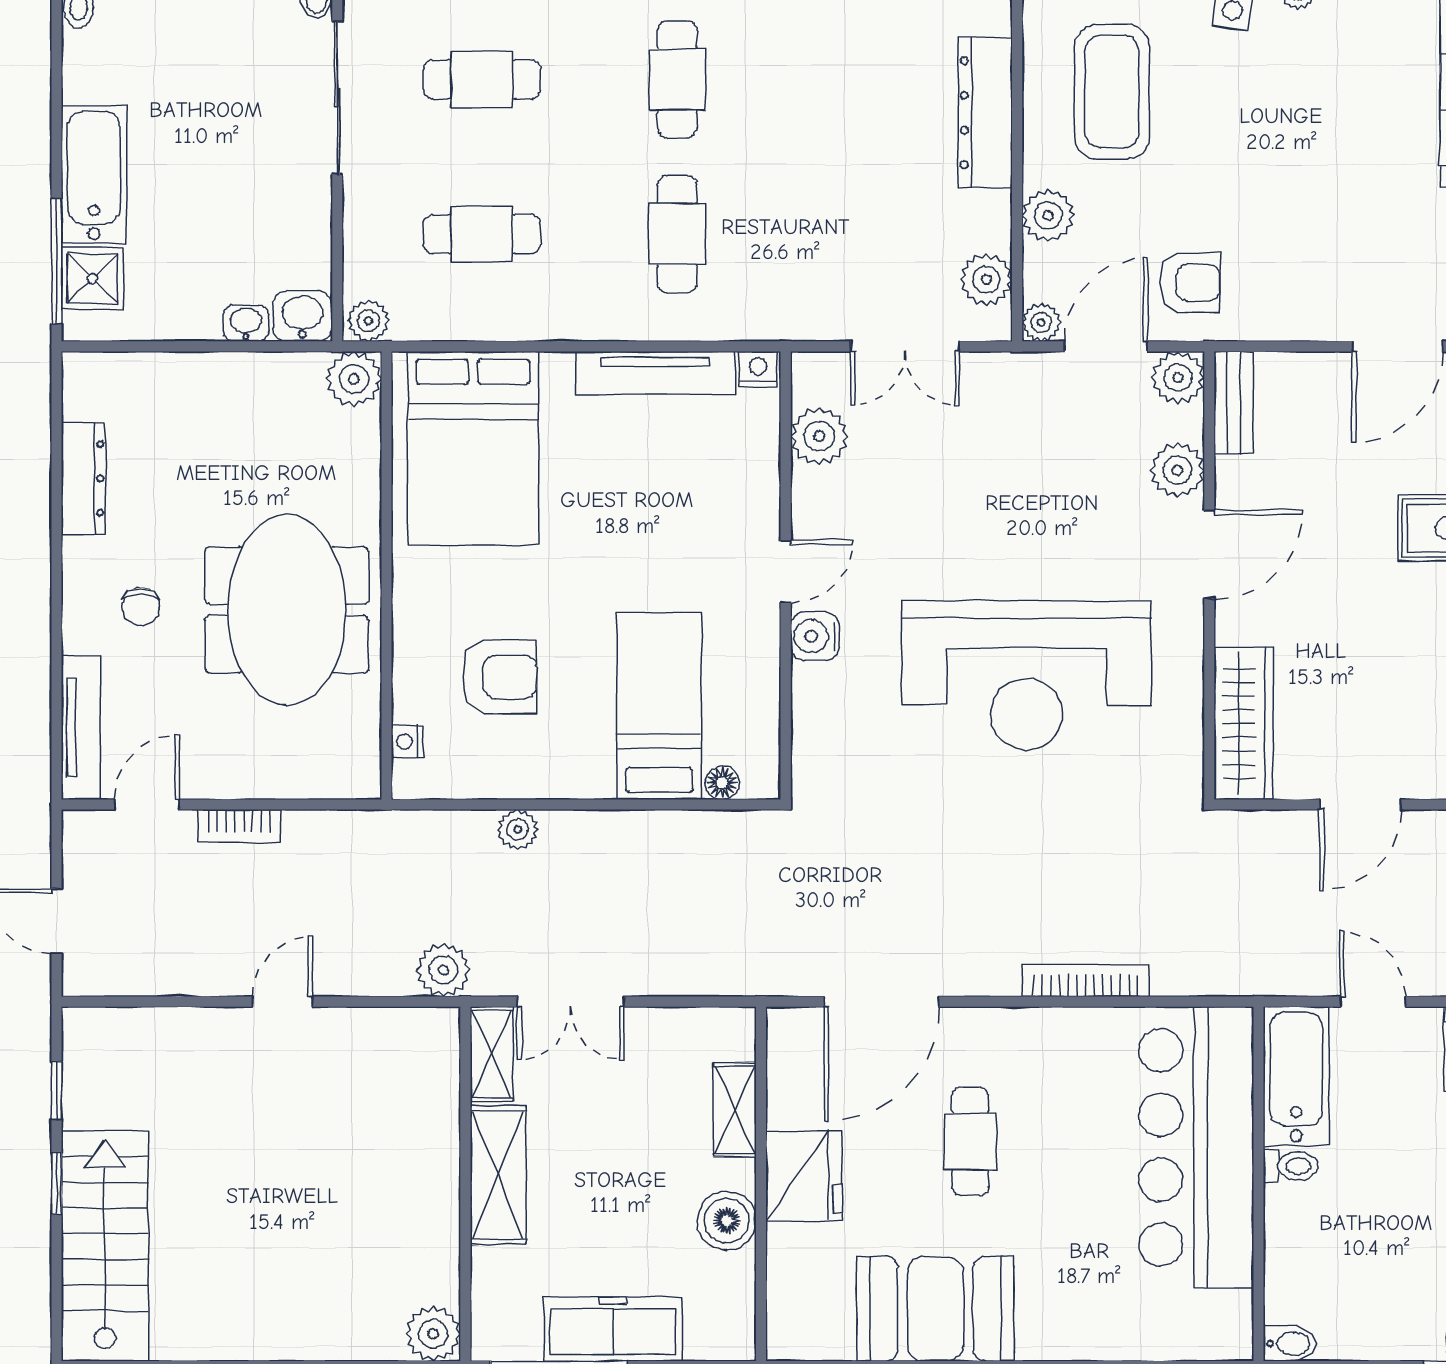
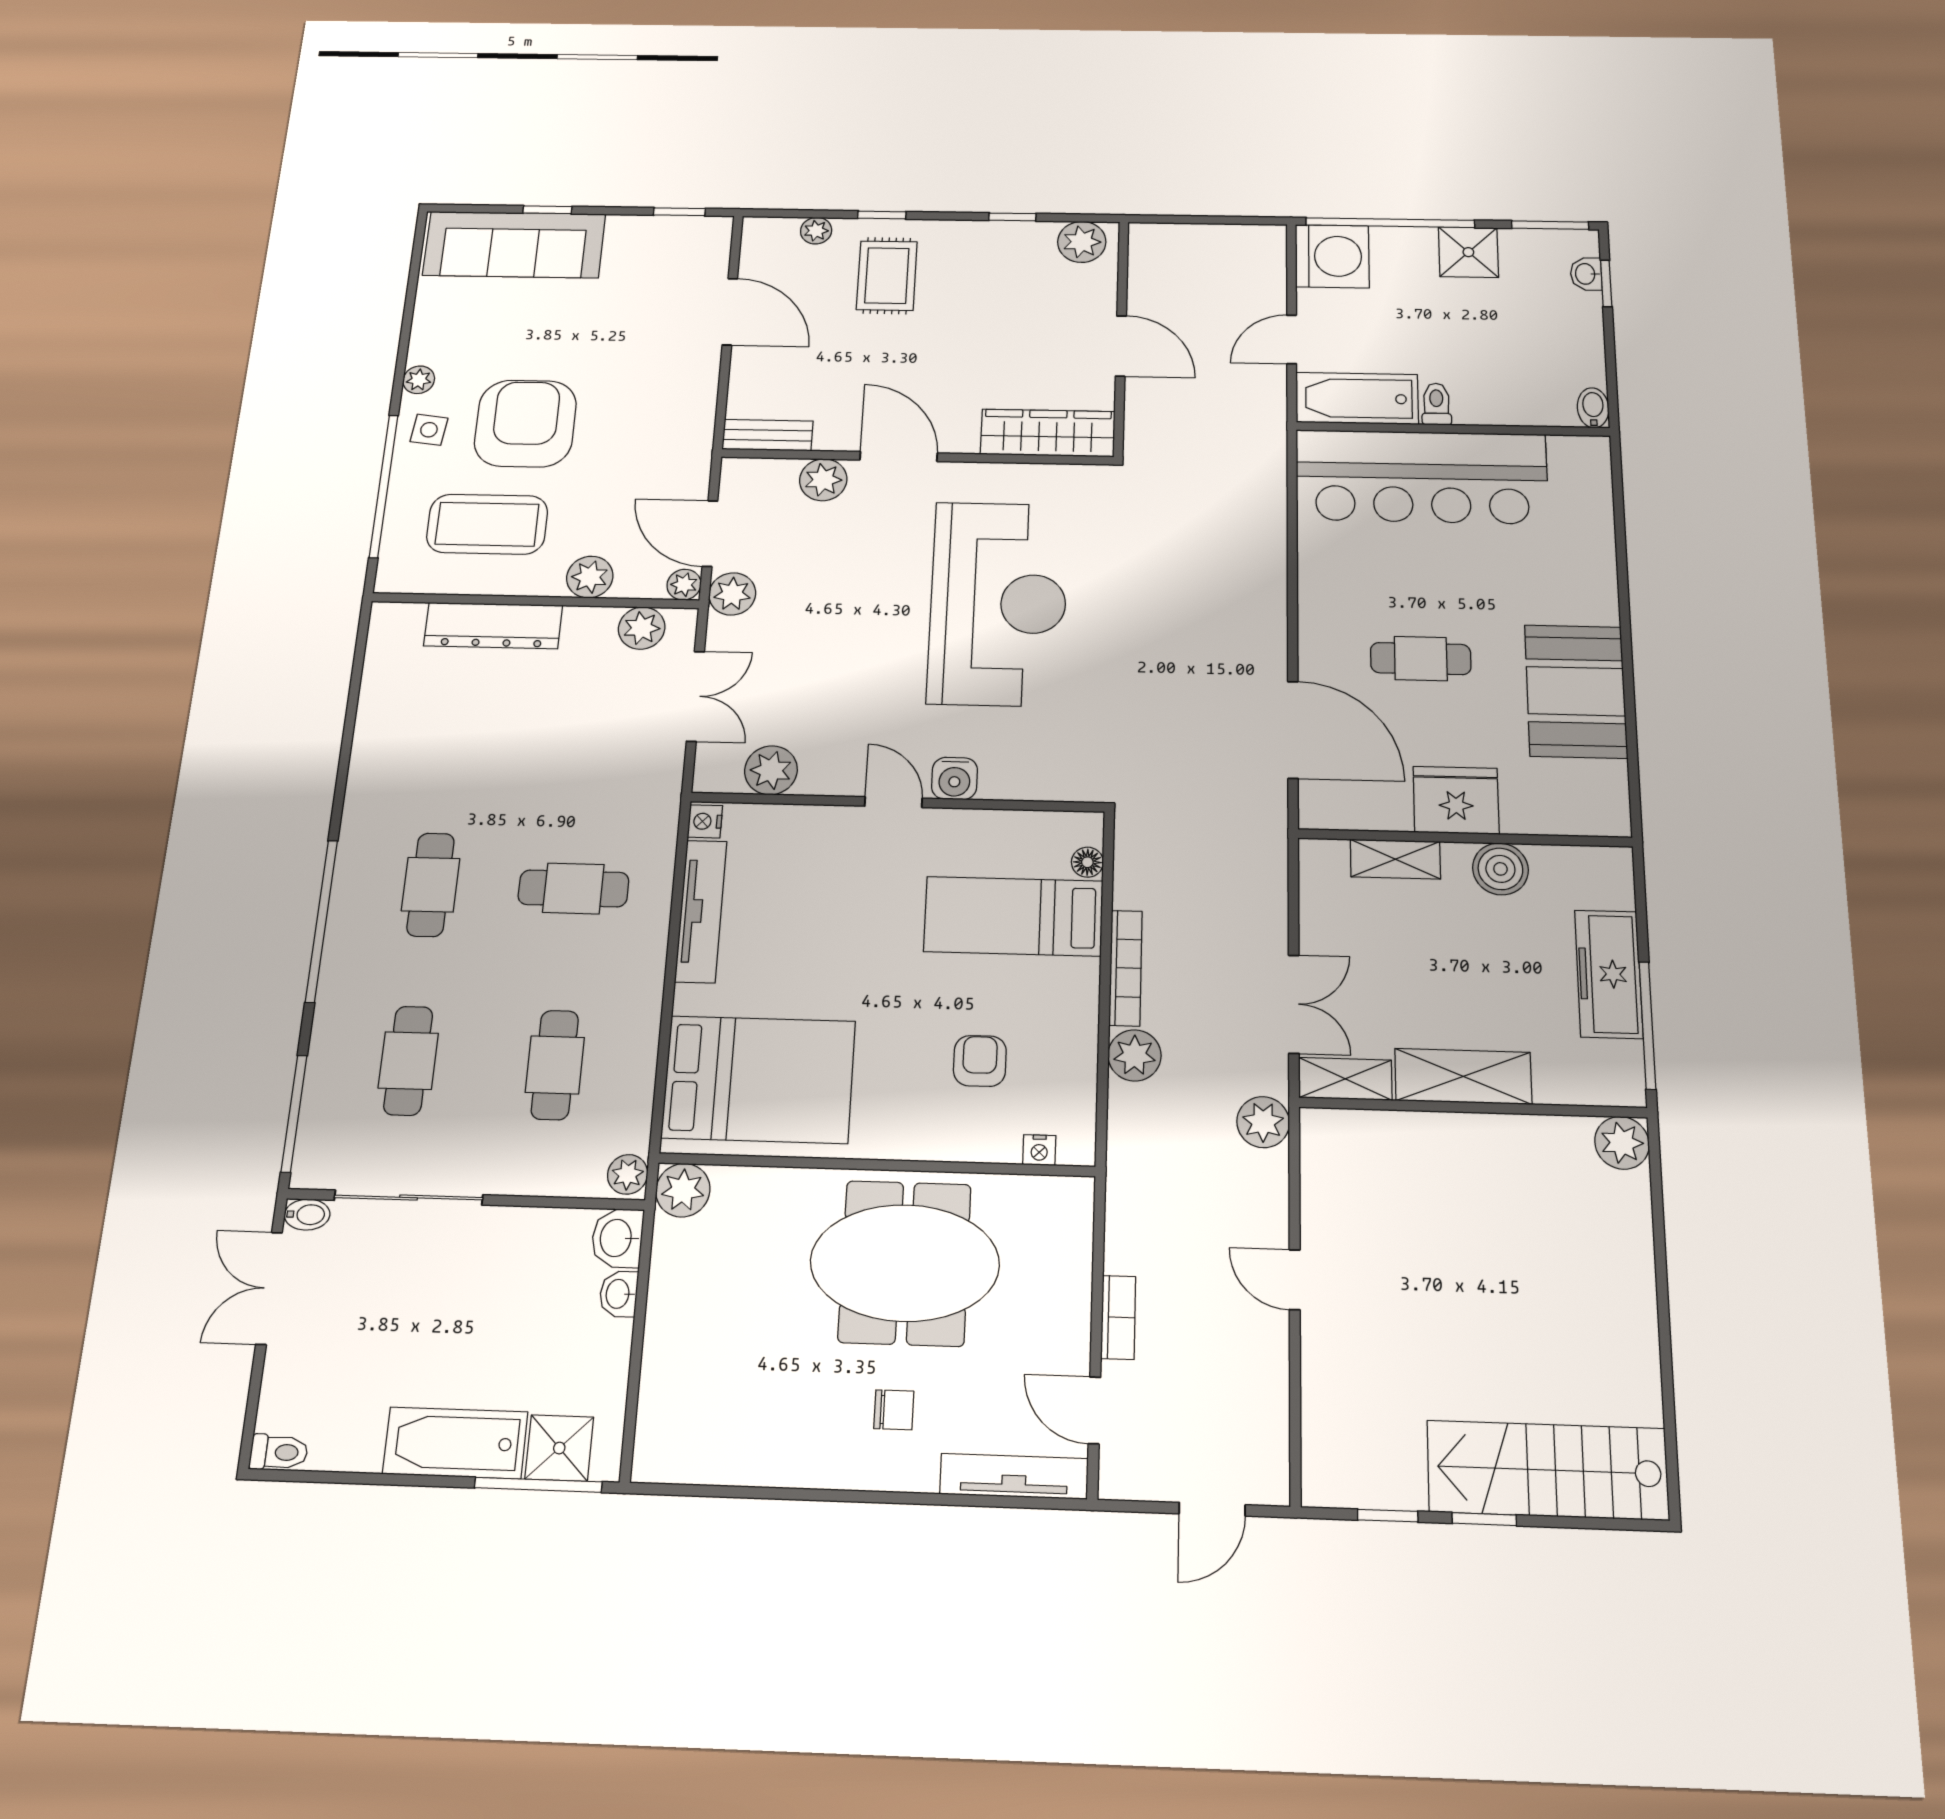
cafe table: (677, 79) -> (431, 885), turned 90
armchair: (1190, 283) -> (525, 423), moved, width x1.88, depth x1.88
plant: (1178, 378) -> (732, 594), moved
dresser: (83, 478) -> (760, 1465), removed
armchair: (500, 677) -> (980, 1061), width x0.72, depth x0.72
plant: (518, 829) -> (1135, 1055), width x1.38, depth x1.38
bookcase: (1086, 980) -> (1126, 968), moved, turned 180

